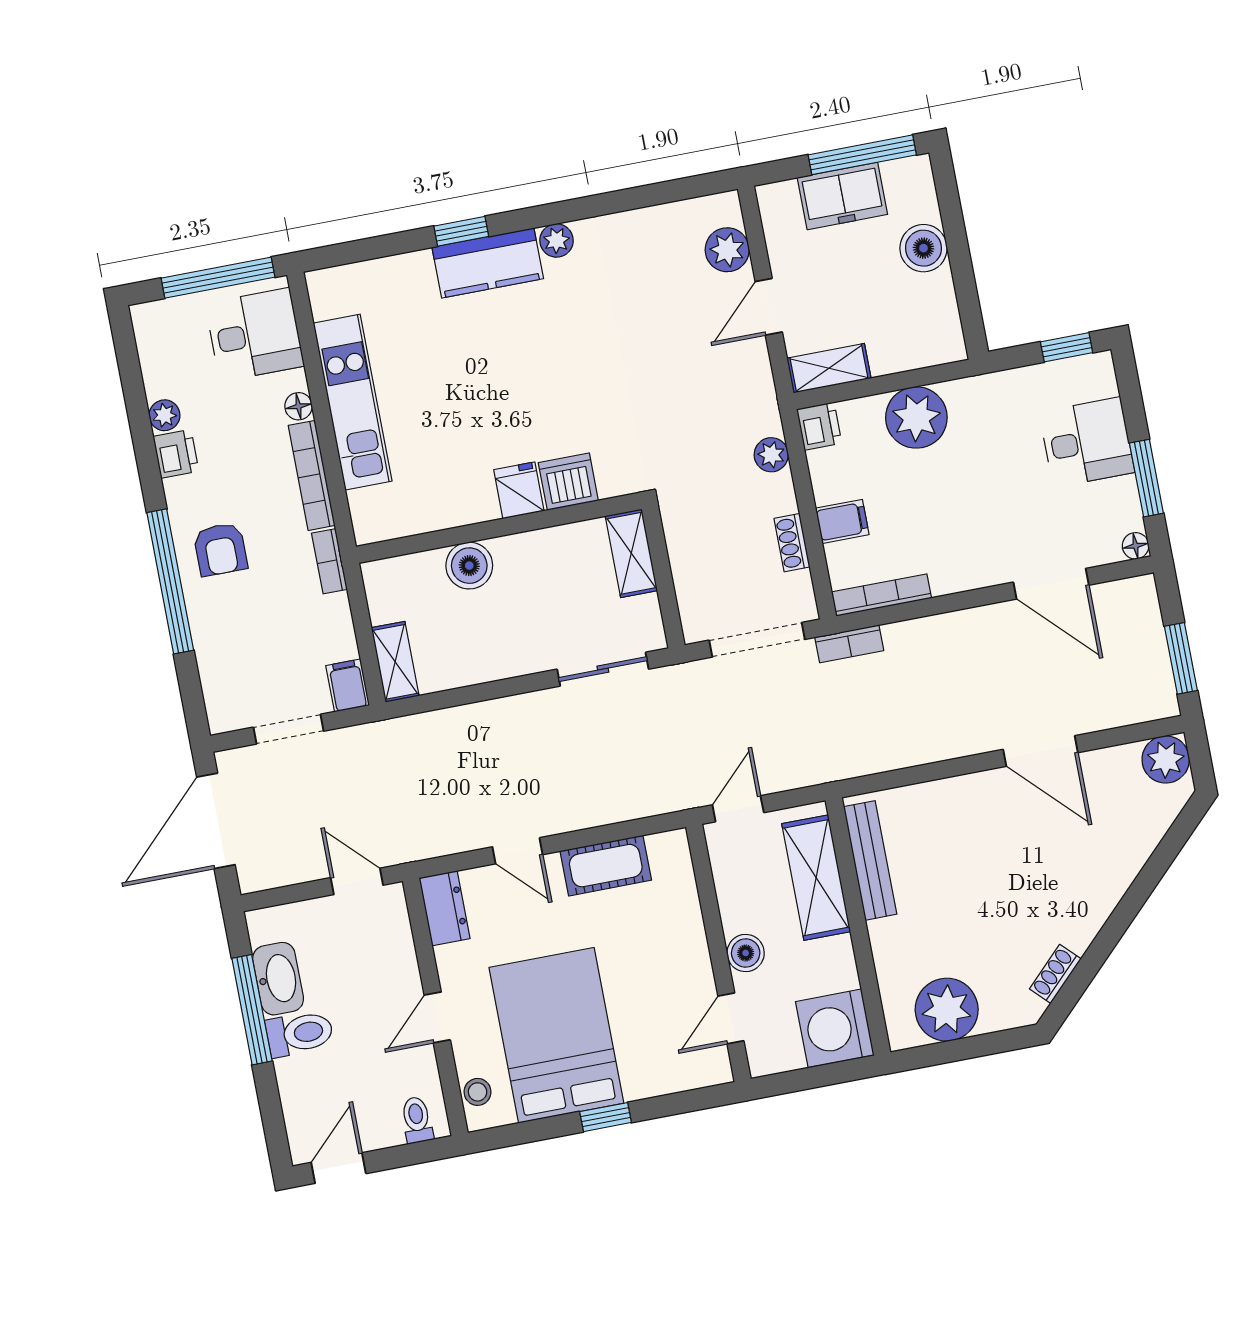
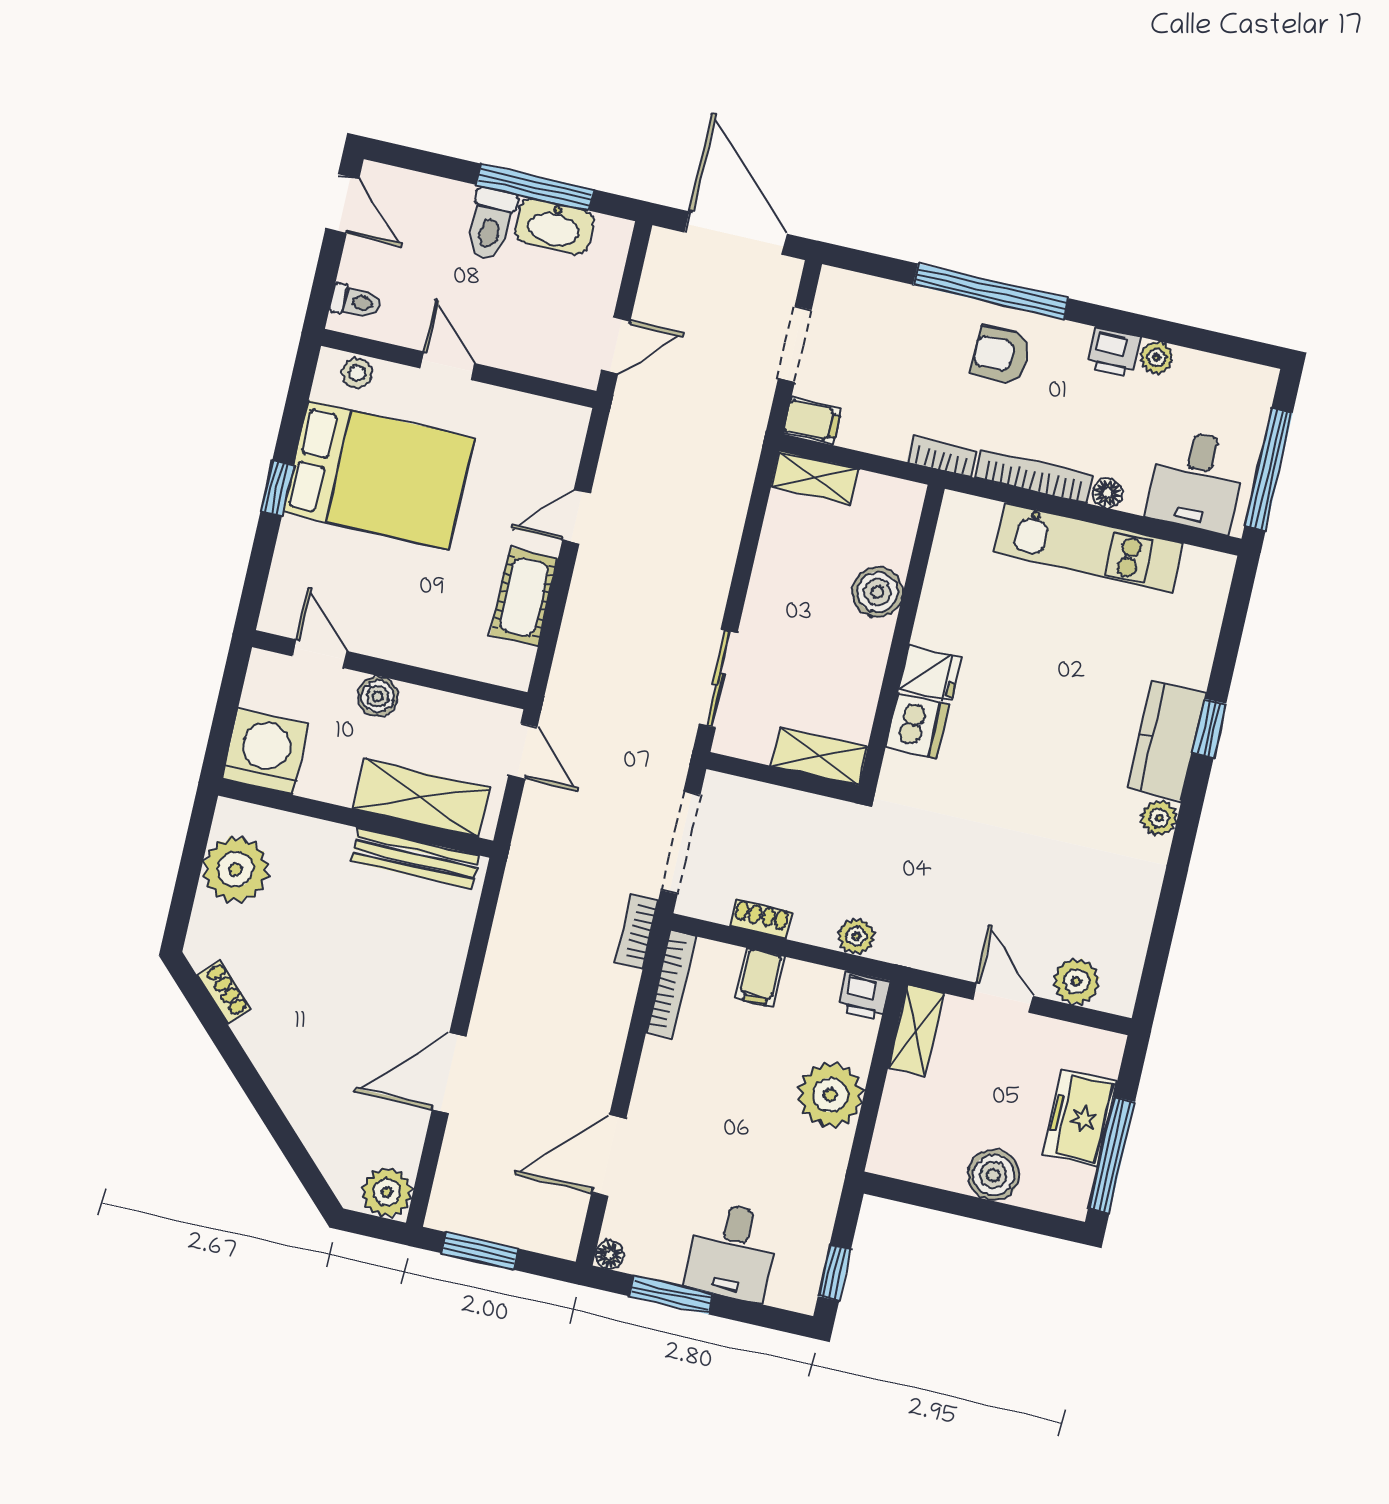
dresser: (445, 908) -> (552, 420), removed

